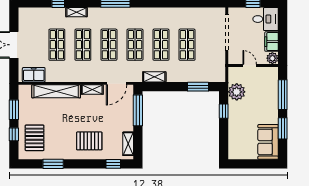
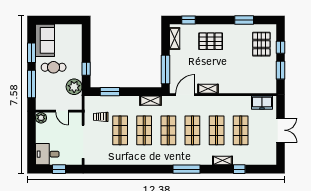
filing cabinet: (272, 42) -> (42, 133), removed
trolley: (208, 59) -> (101, 117), added
shelving: (56, 91) -> (241, 87), removed
cafe table: (259, 113) -> (54, 67), added

